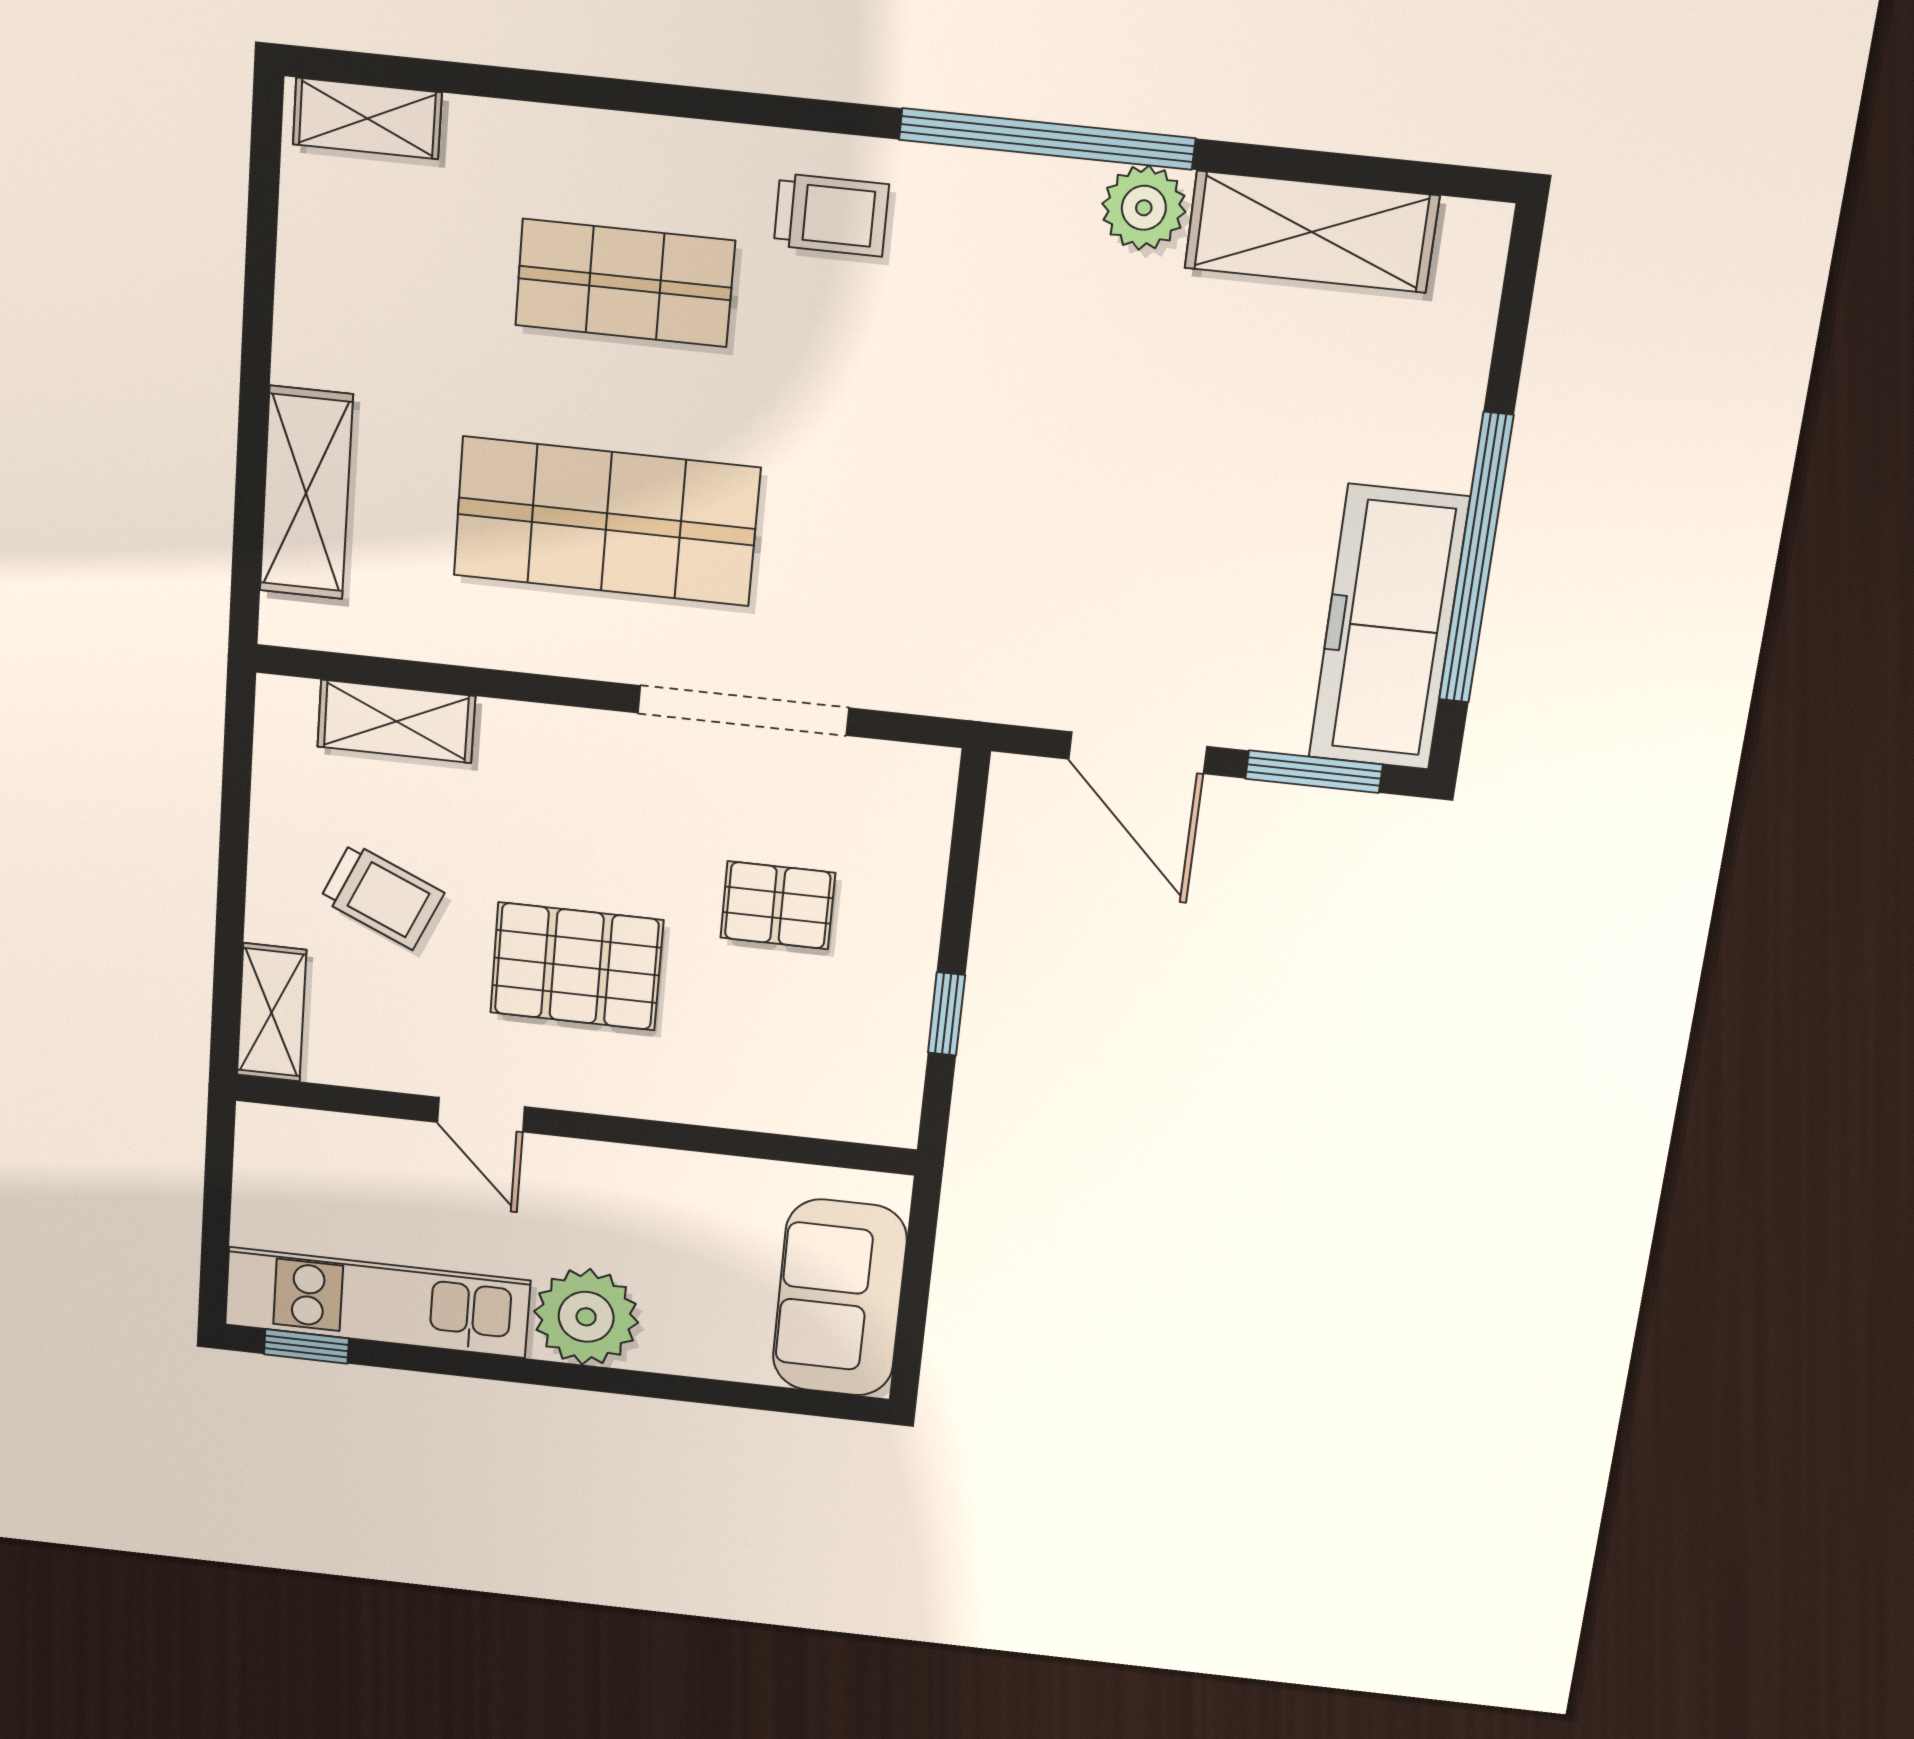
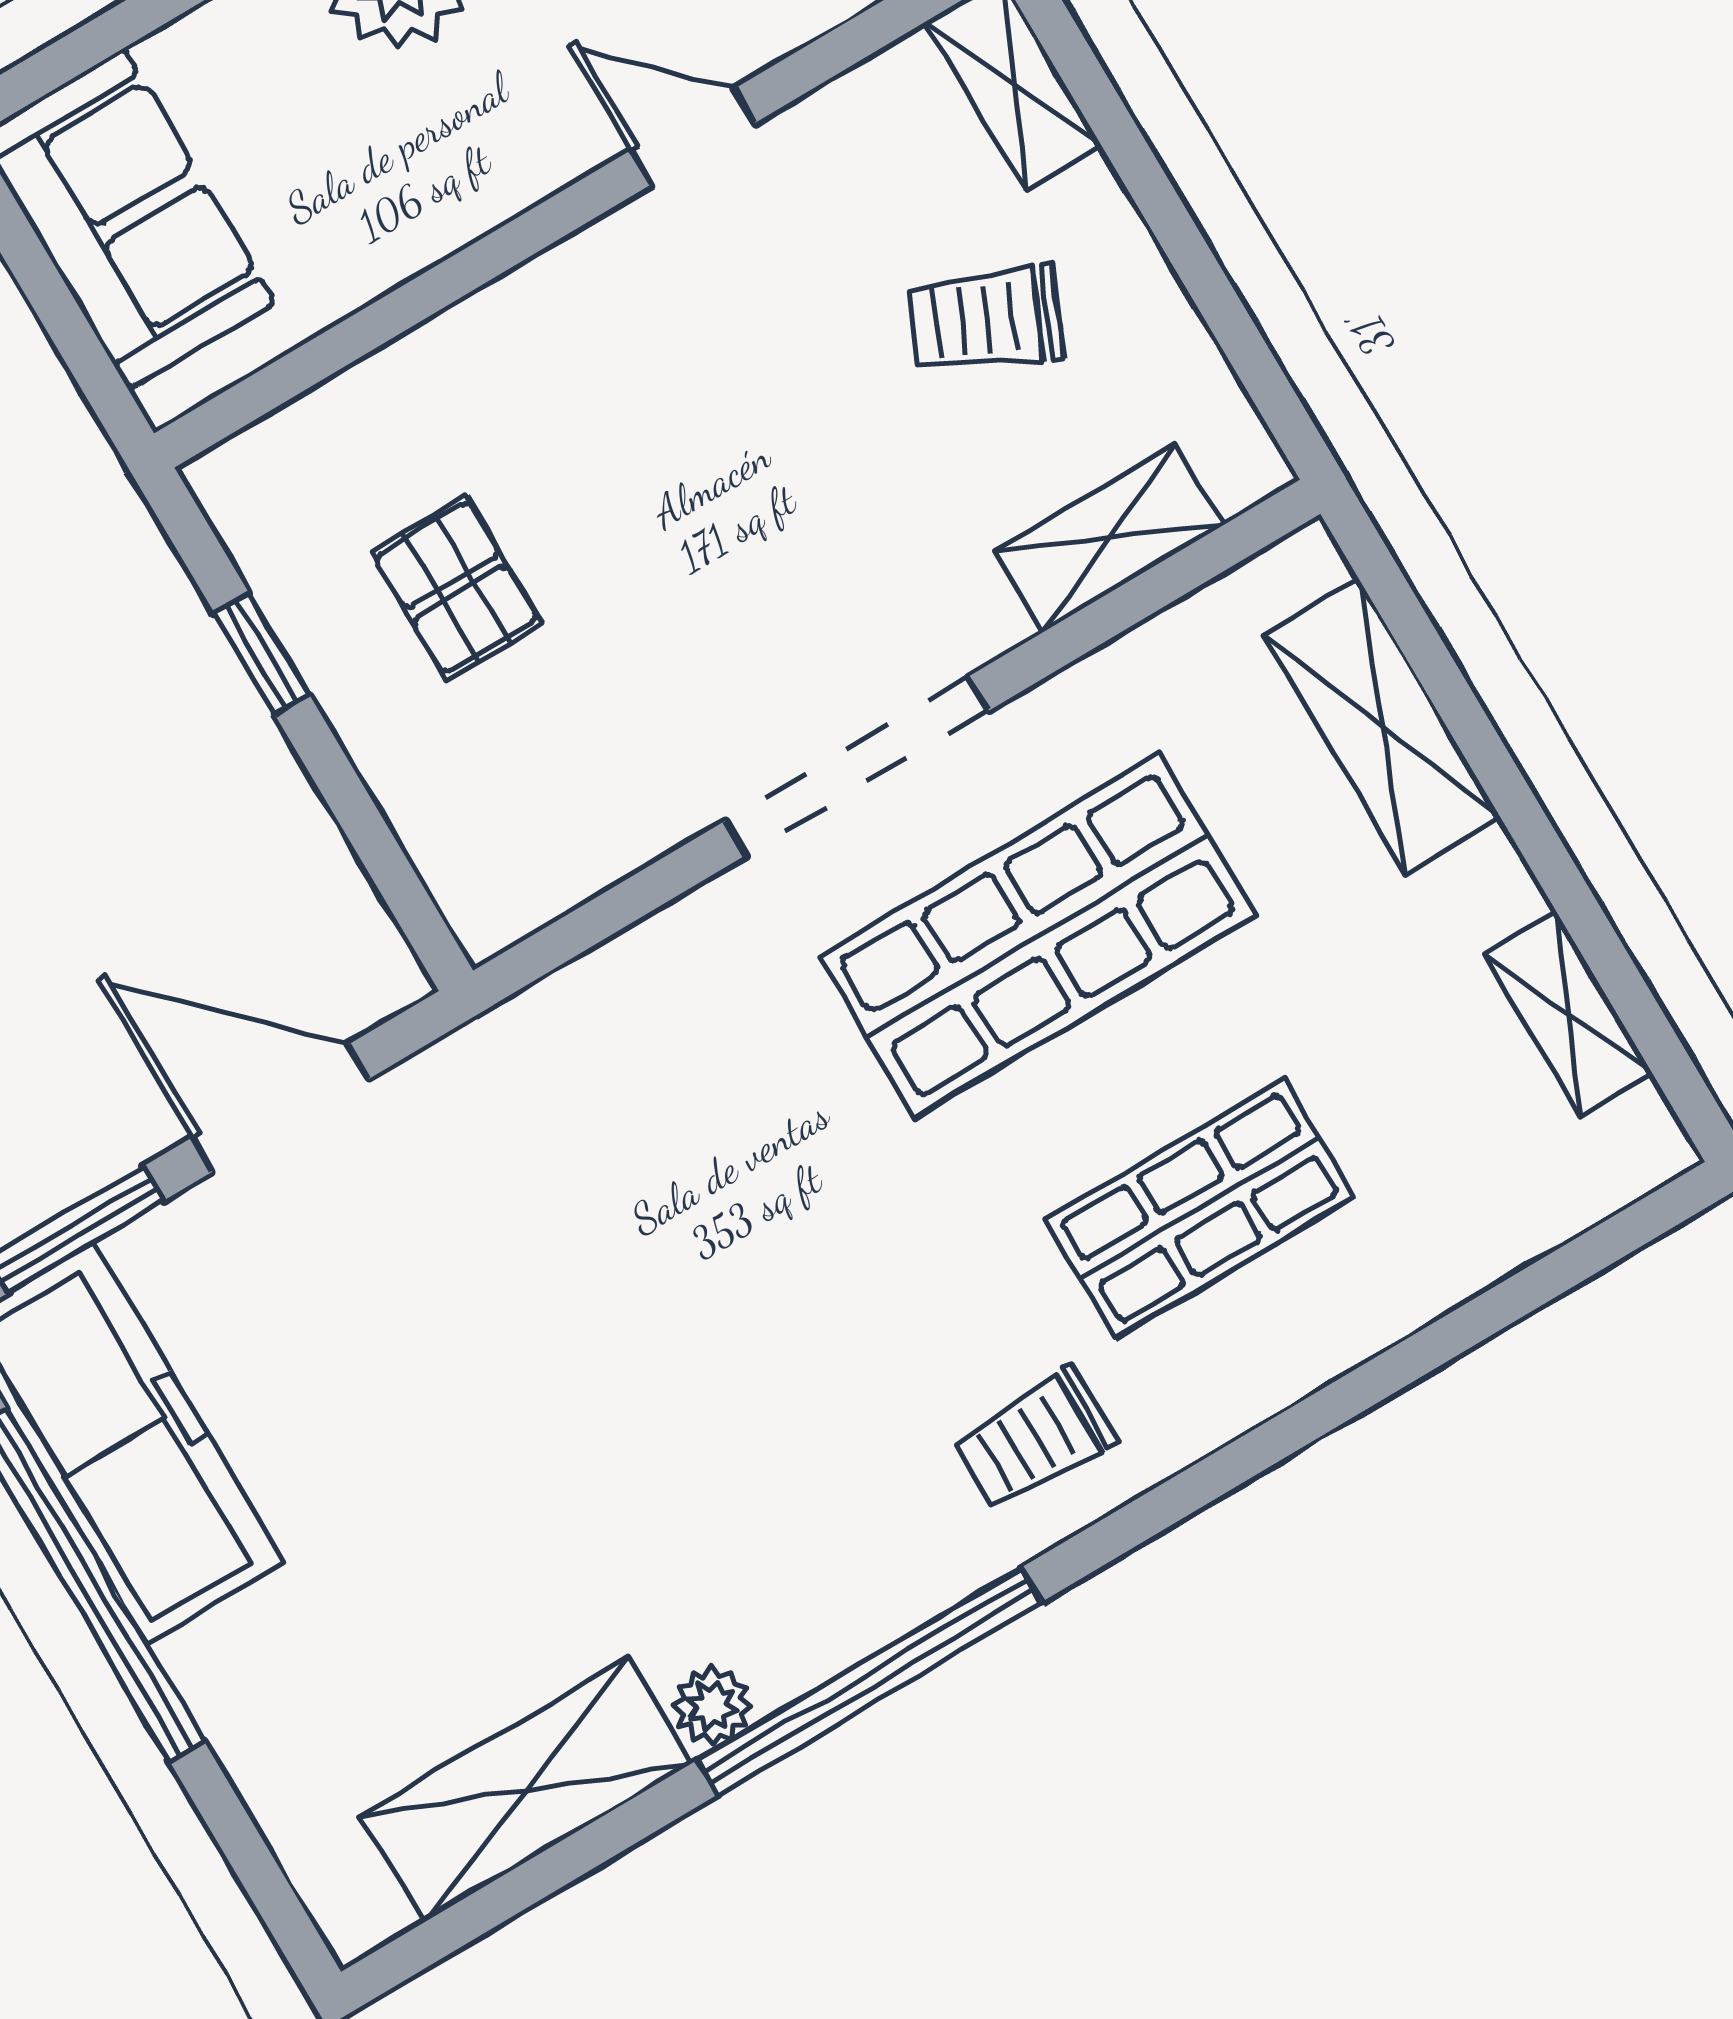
shelving: (367, 118) -> (1568, 1014), moved, turned 90
plant: (1144, 208) -> (712, 1706), width x0.73, depth x0.73
doorway: (743, 710) -> (857, 766), moved
pallet: (778, 905) -> (456, 588), moved, turned 90
pallet: (577, 966) -> (711, 399), removed

